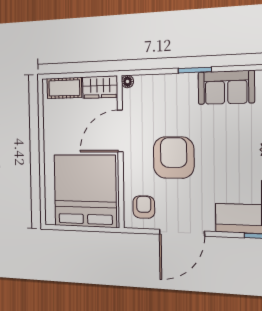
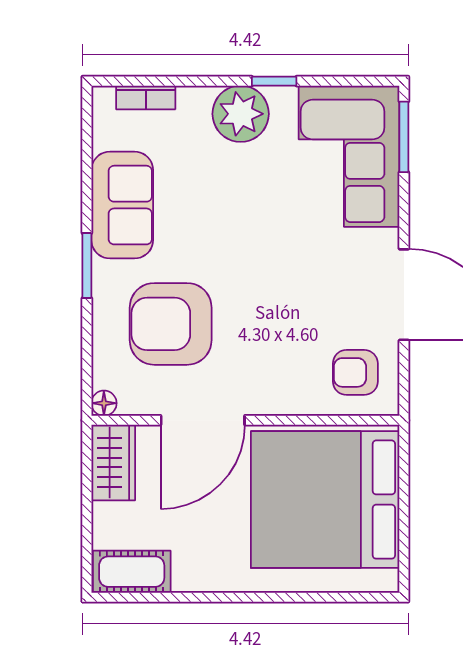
cot: (64, 88) -> (132, 572), moved, turned 90
door: (120, 131) -> (203, 420), hinge flipped
armchair: (174, 158) -> (171, 324), moved

